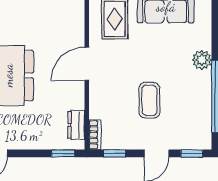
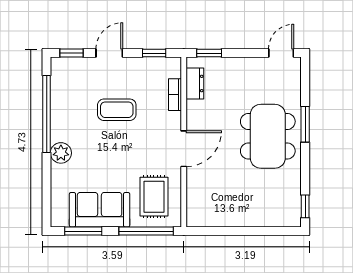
coffee table: (149, 100) -> (117, 110), turned 90
bookcase: (95, 135) -> (175, 95), moved

